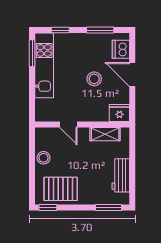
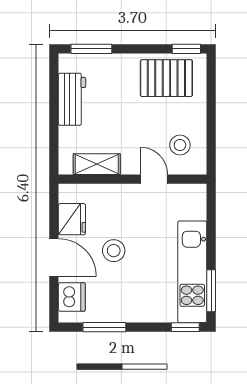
window: (60, 30) -> (185, 327), moved
fridge: (119, 113) -> (72, 219), moved, turned -90
stool: (44, 158) -> (180, 145), moved

